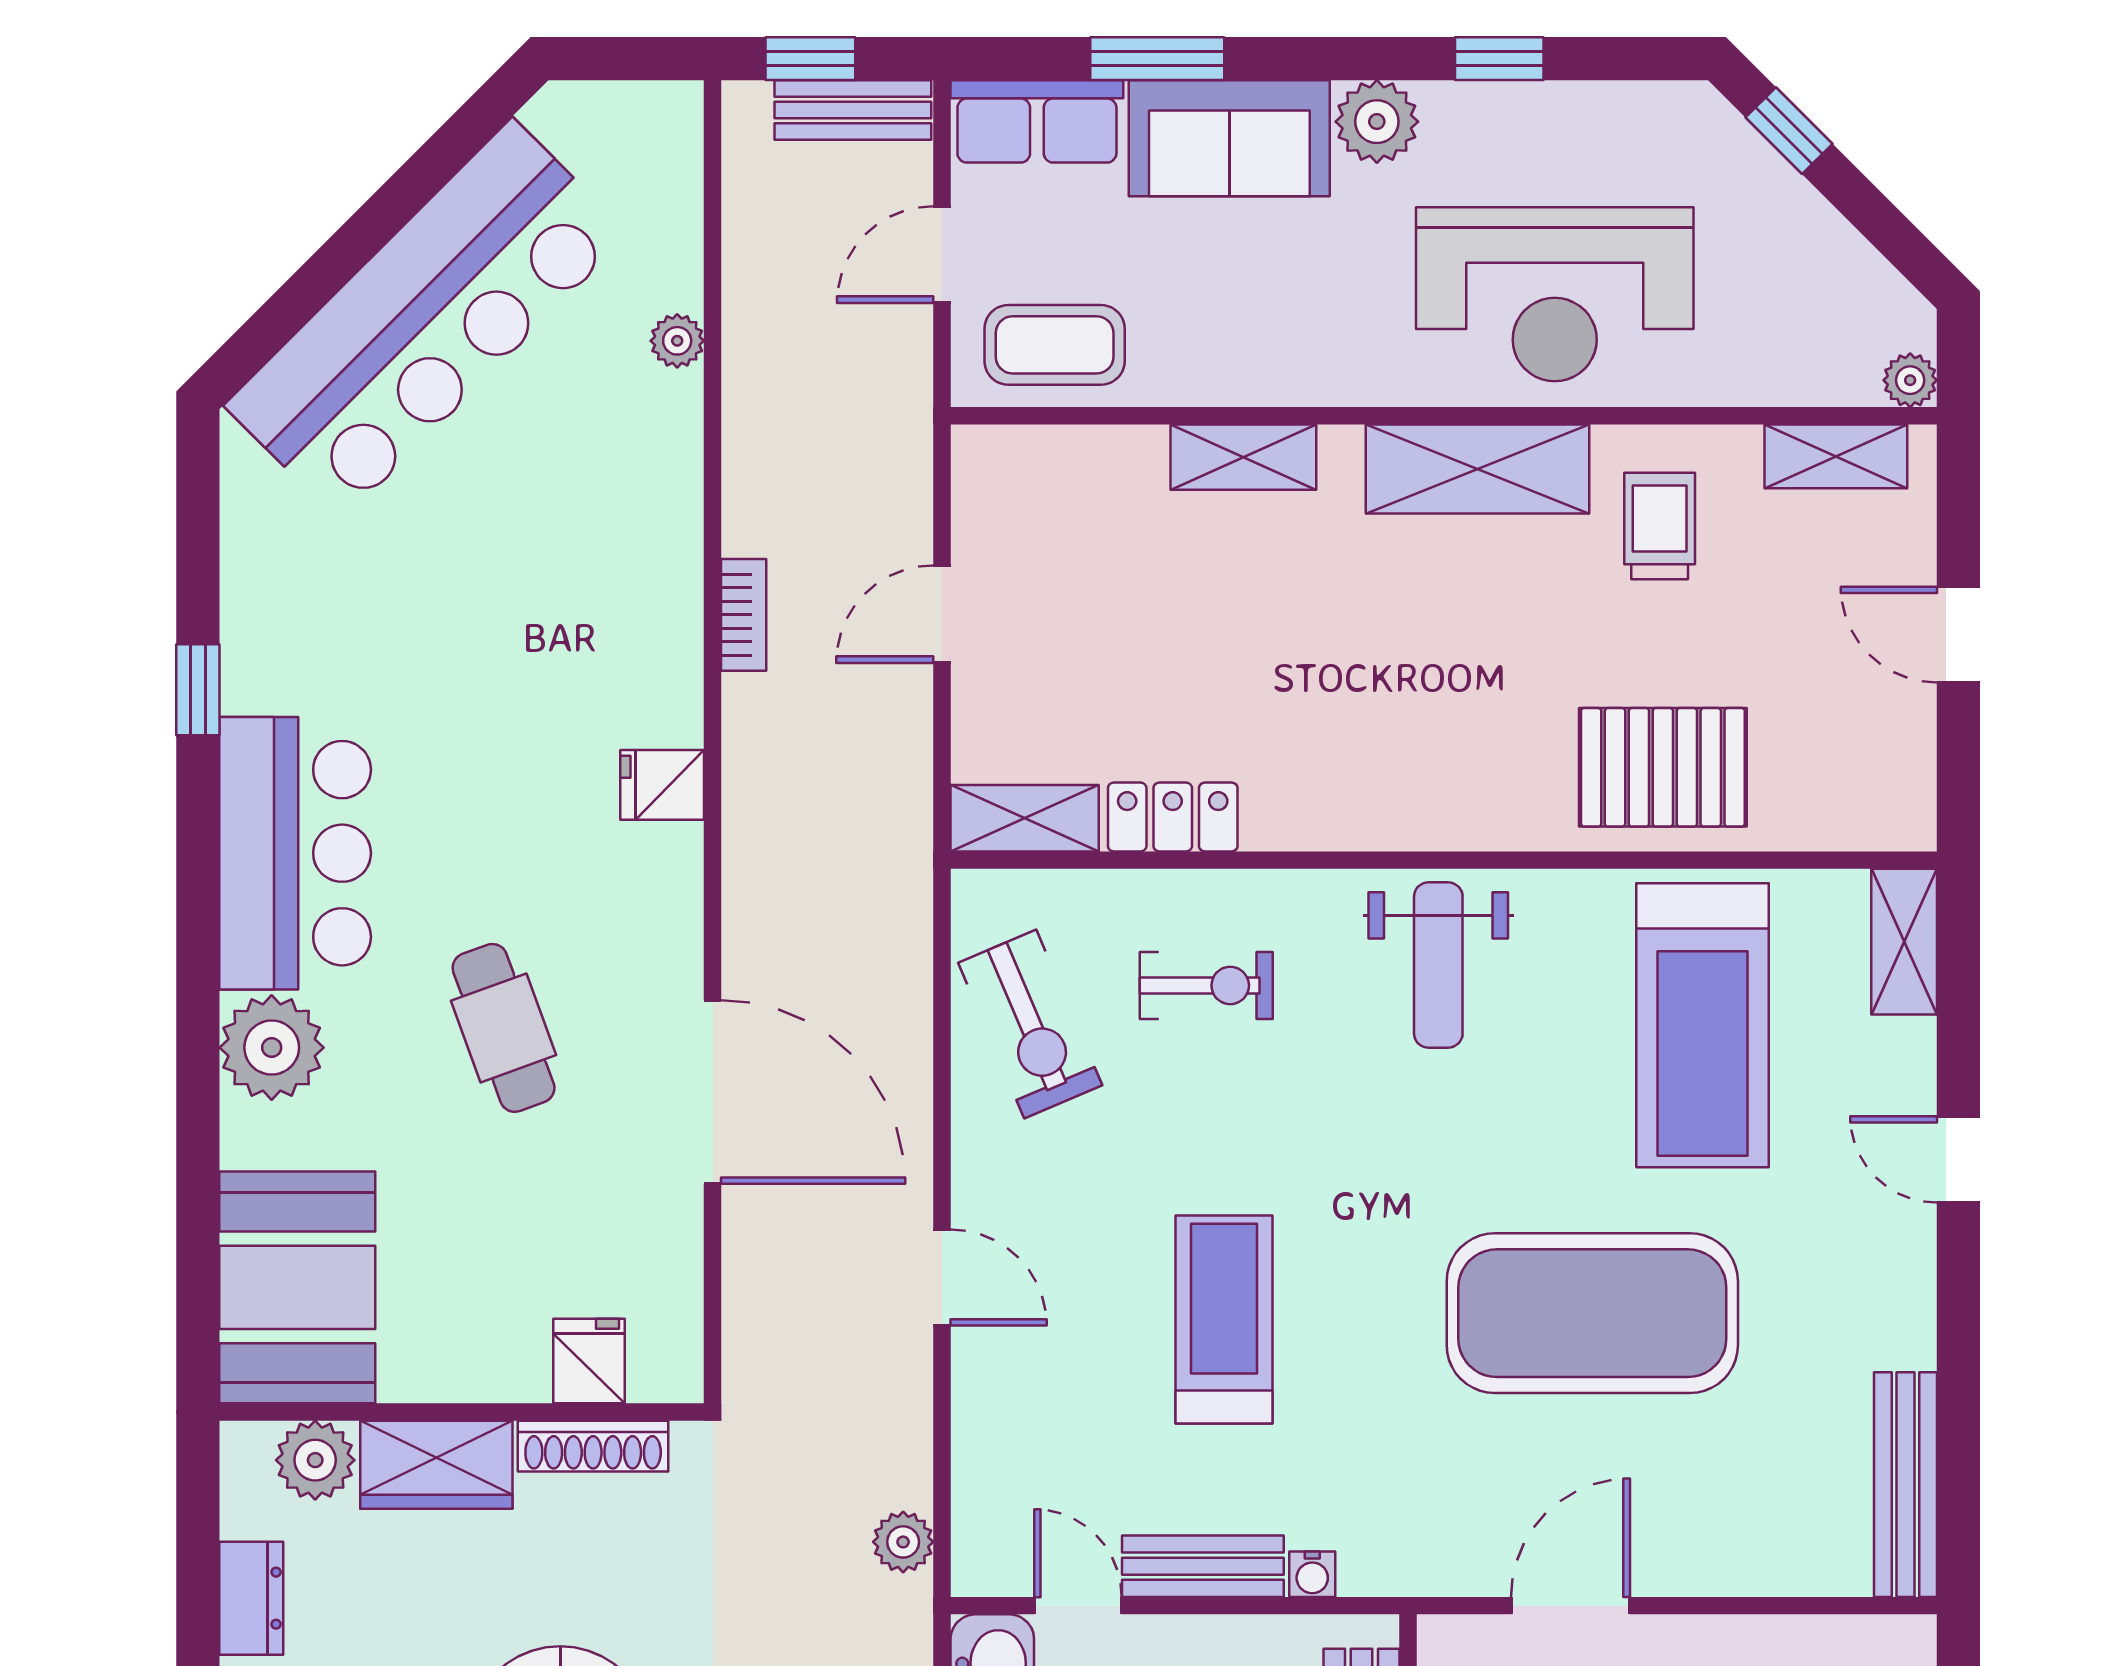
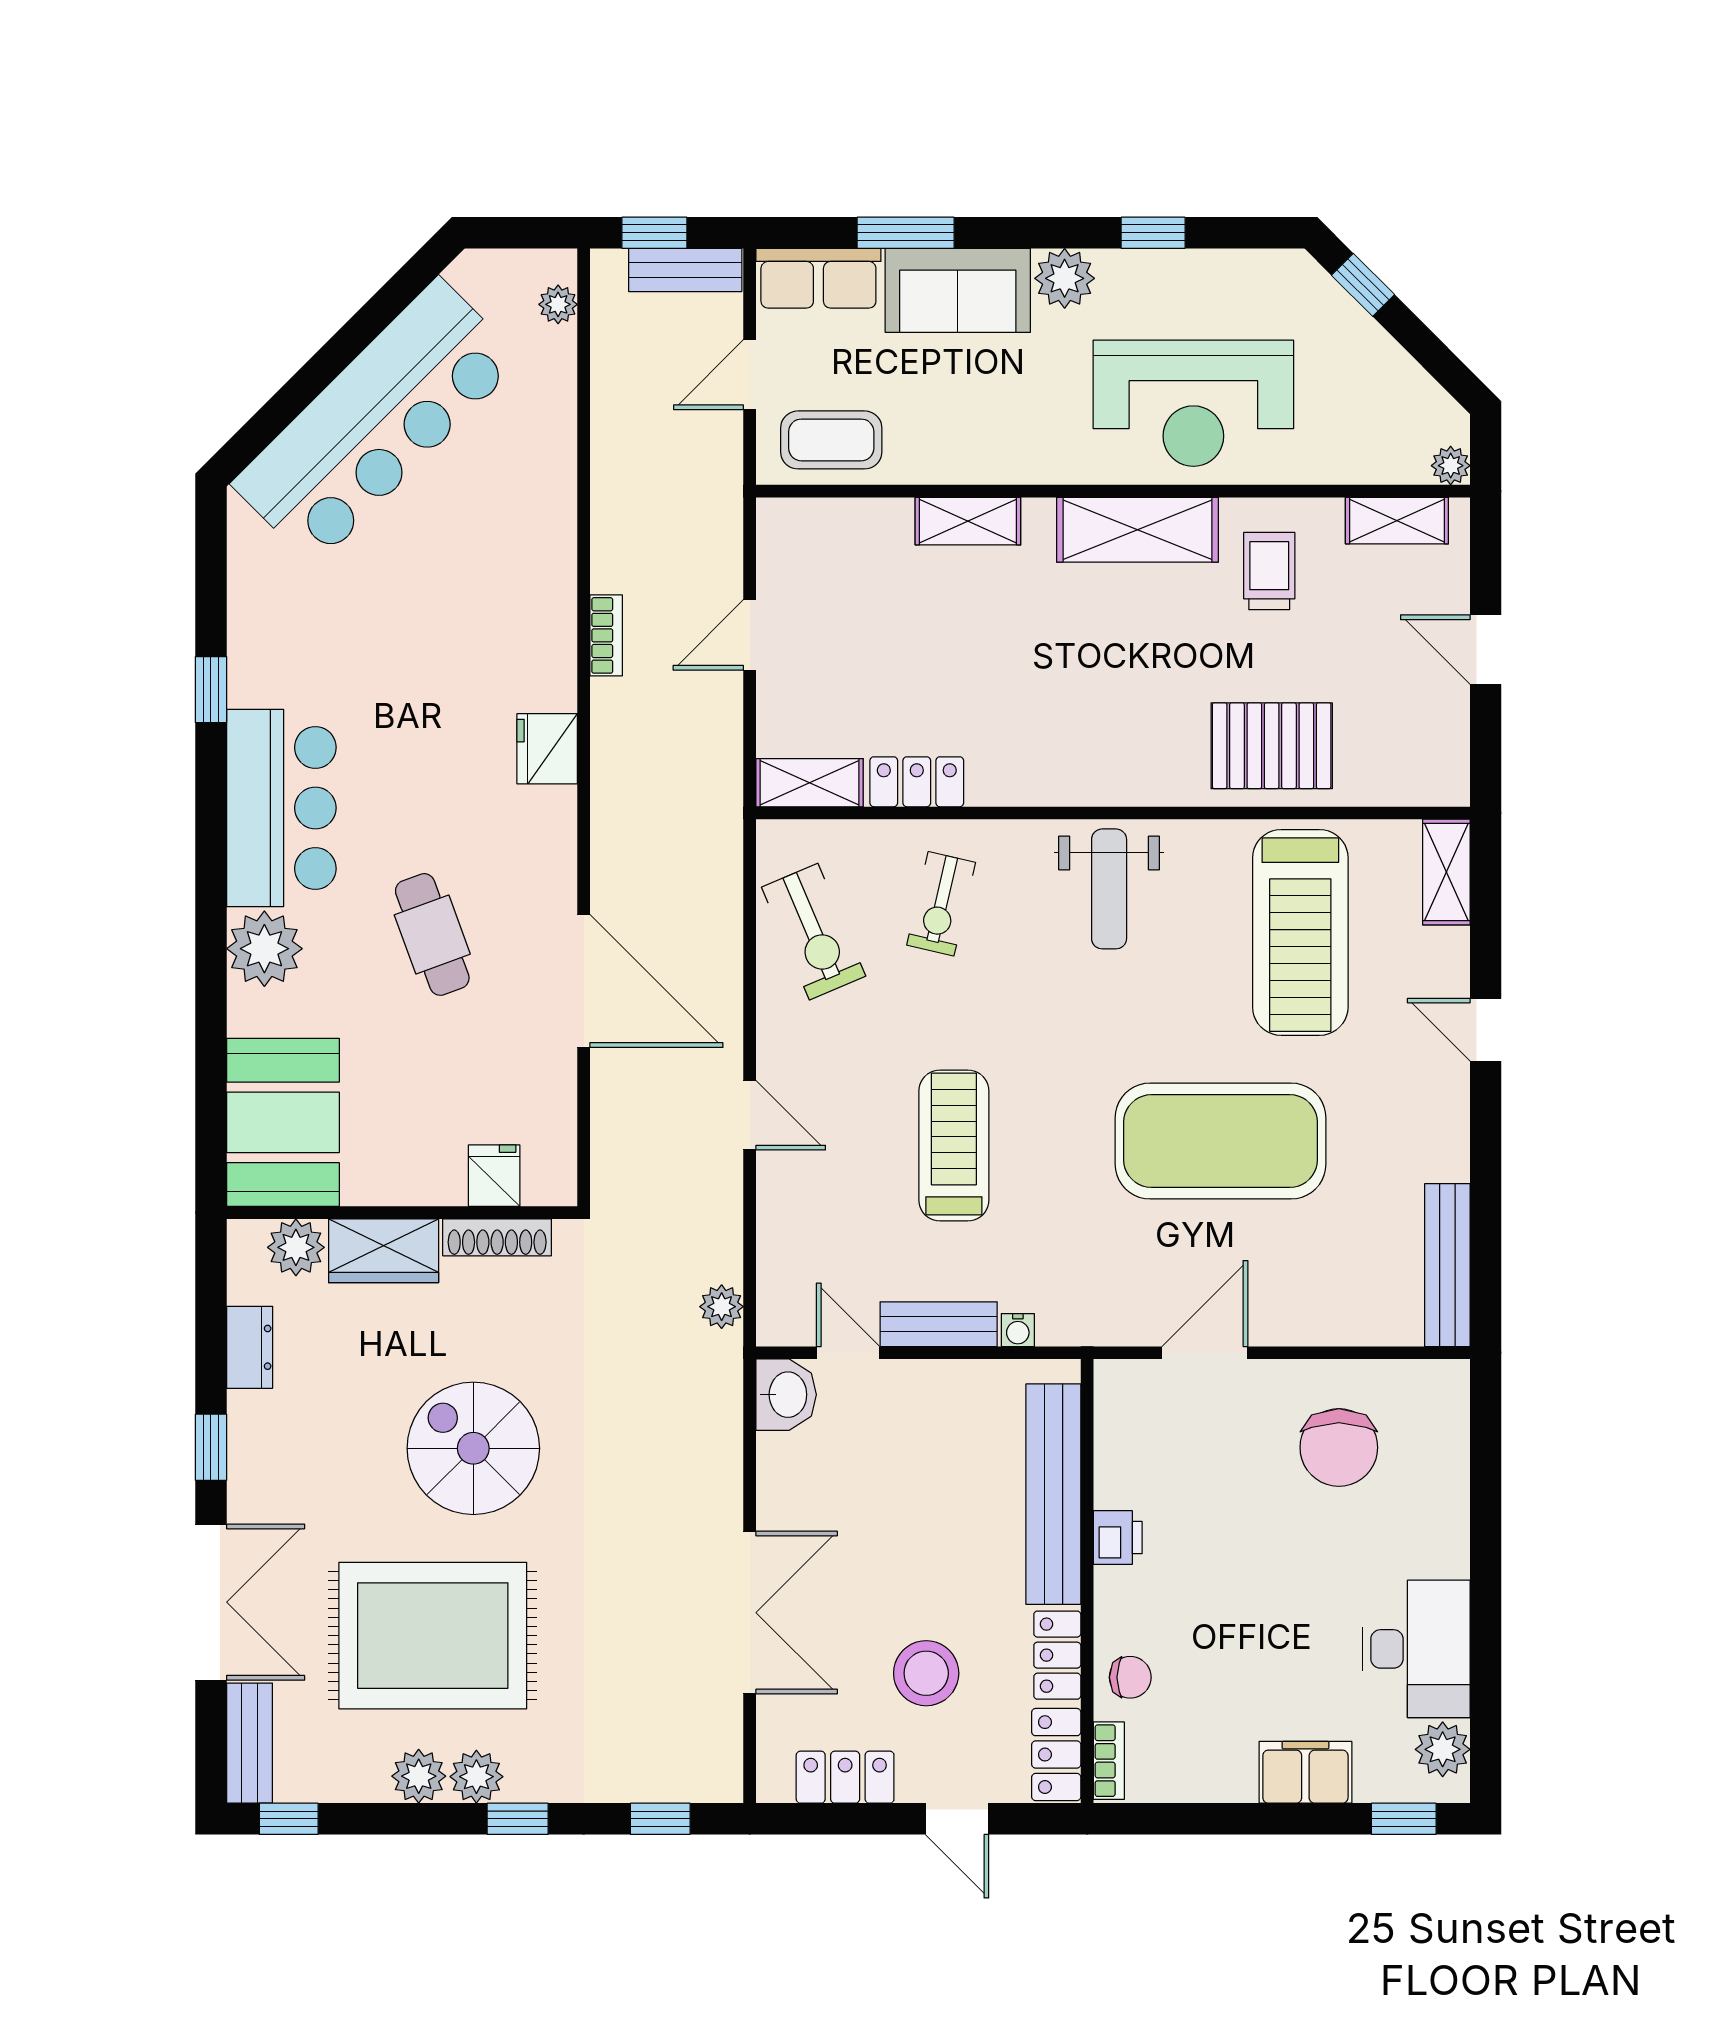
plant: (677, 341) -> (558, 304), moved
fridge: (662, 785) -> (547, 749), width x1.38
exercise bike: (1206, 985) -> (941, 904), turned 103

